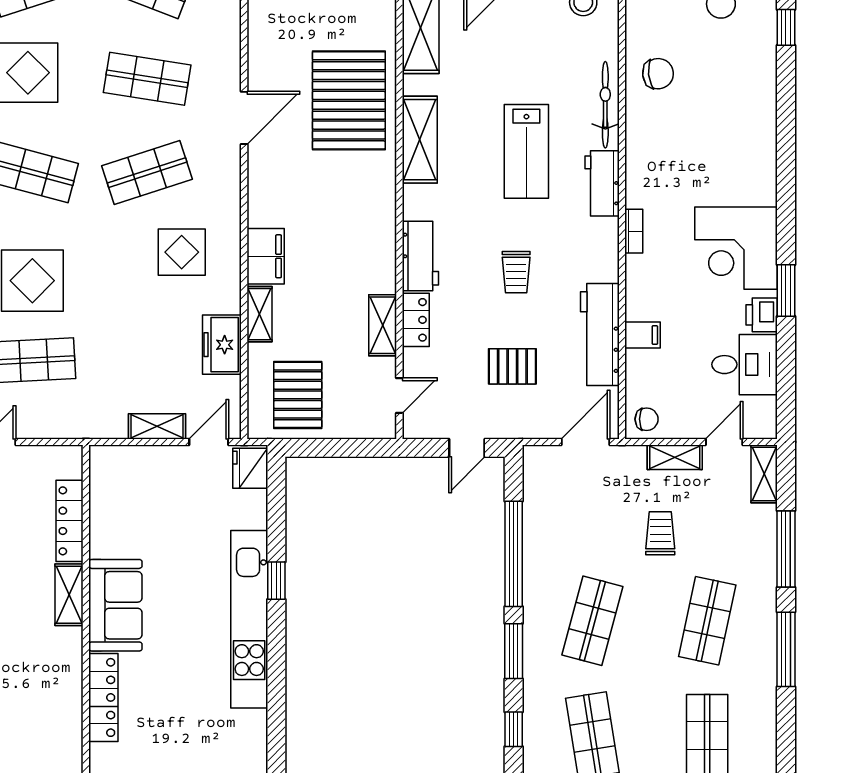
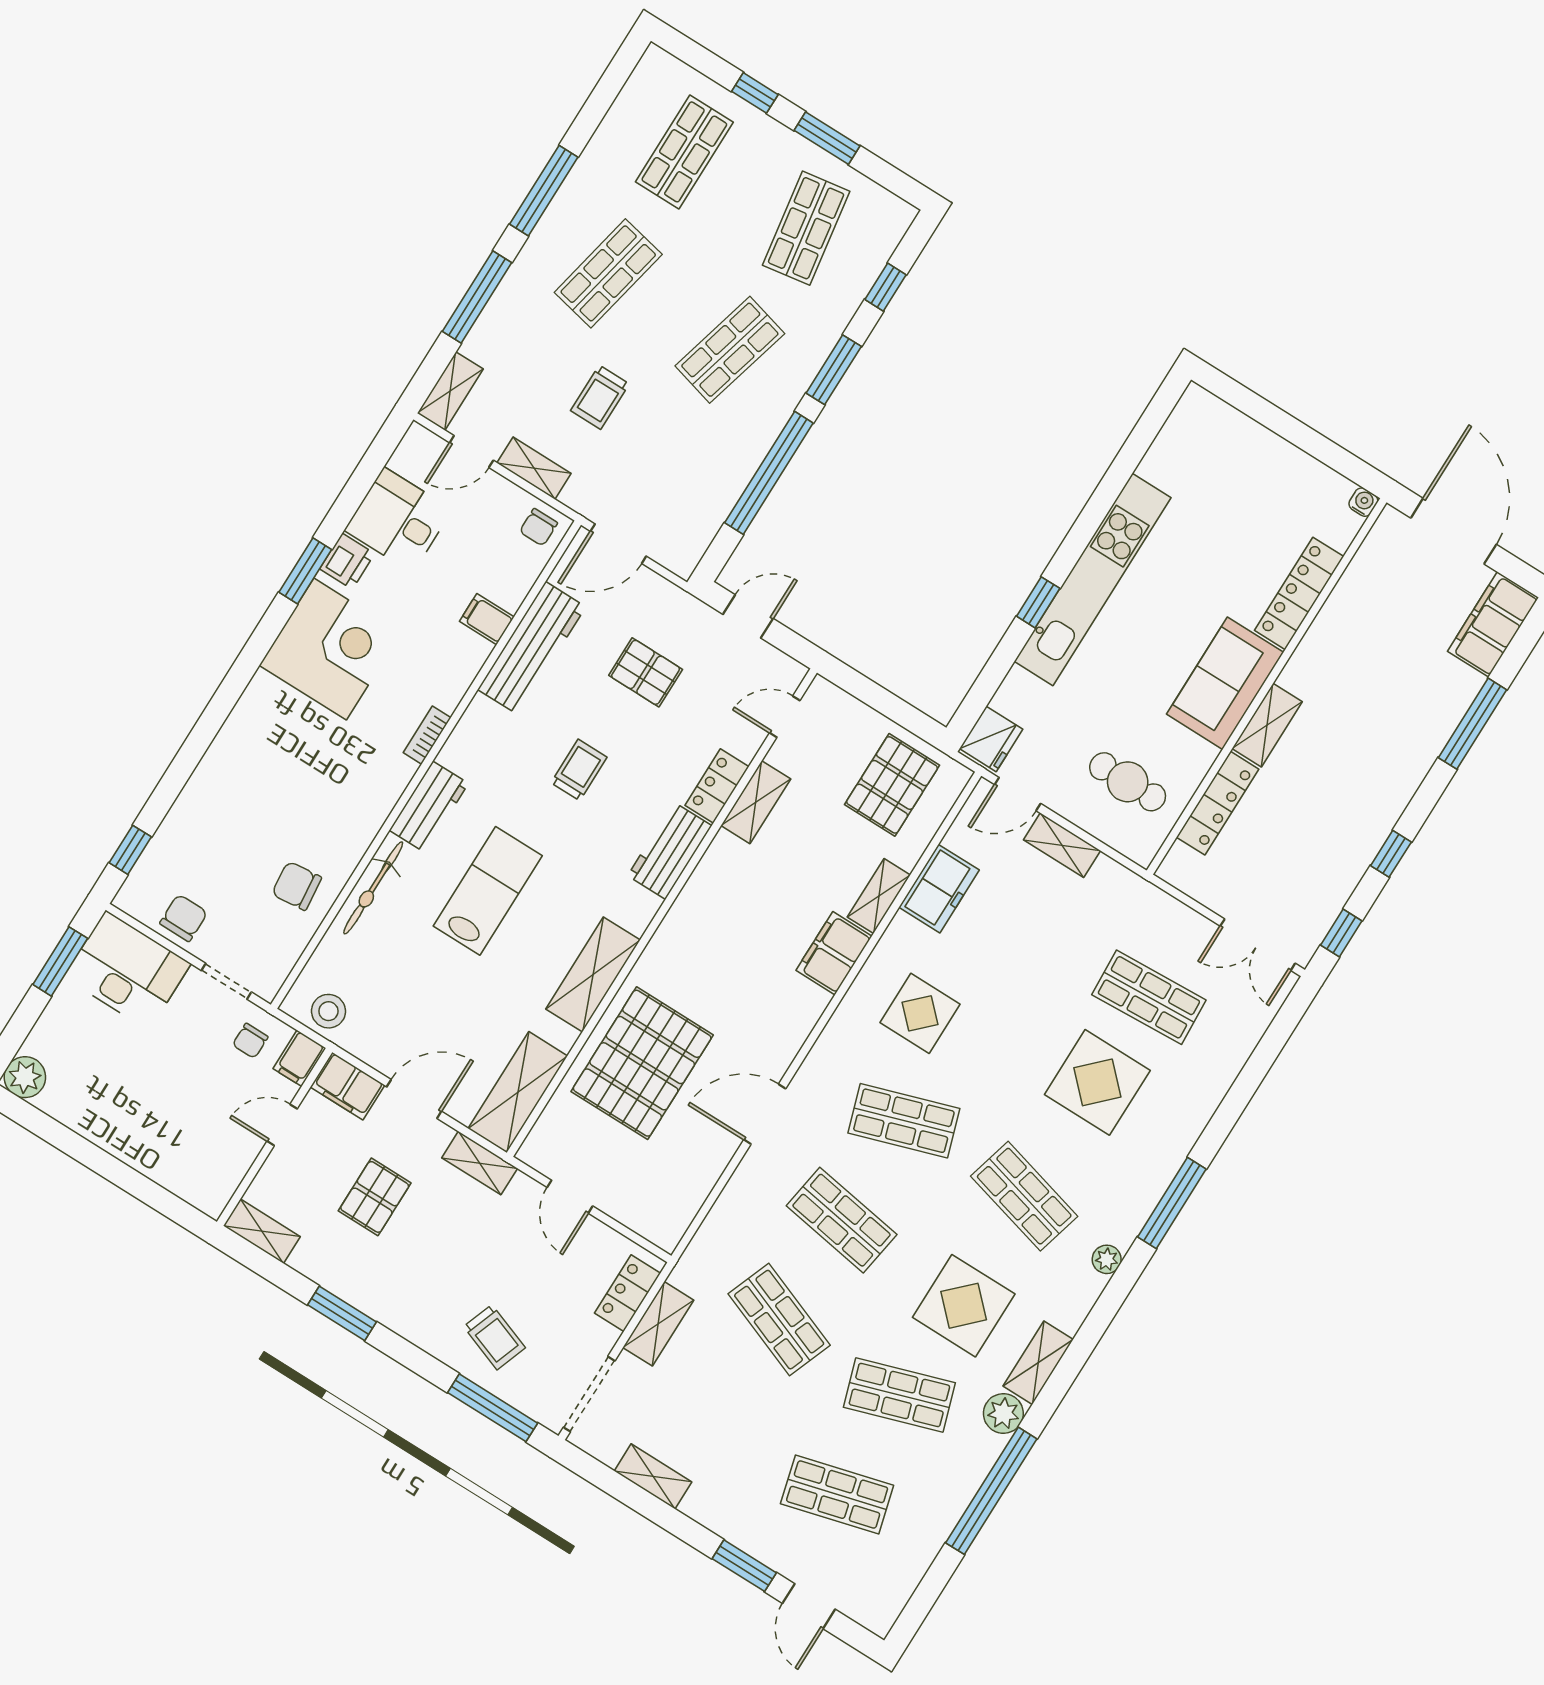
chair: (647, 419) -> (539, 527), turned -90
cafe table: (140, 497) -> (1128, 782), added

